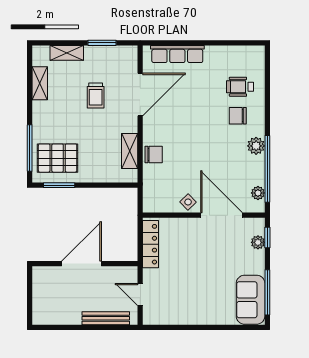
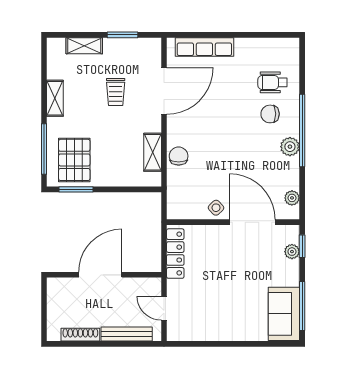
shelving: (40, 83) -> (55, 98), moved
chair: (154, 154) -> (179, 156), turned -90
pallet: (58, 158) -> (74, 160), turned 90
window: (267, 169) -> (302, 130), moved
shoe rack: (63, 319) -> (80, 335), added

